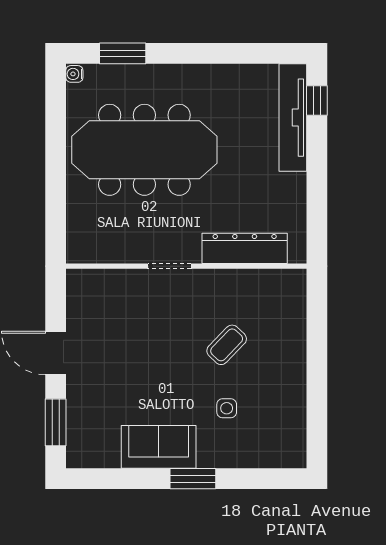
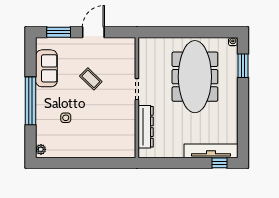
coffee table: (227, 345) -> (91, 79), moved
sofa: (159, 447) -> (46, 68), moved
plant: (290, 458) -> (41, 149), added
window: (193, 479) -> (31, 101), width x2.11

